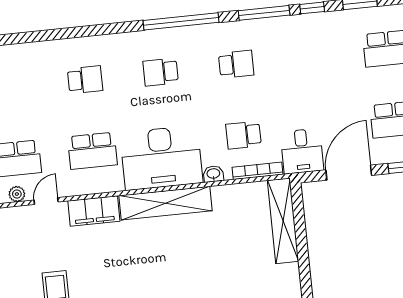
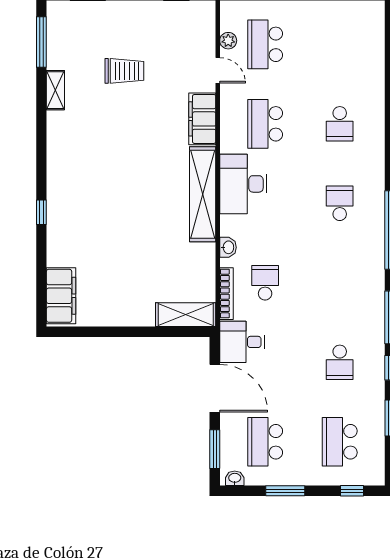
school desk: (236, 64) -> (340, 362), moved
desk: (161, 158) -> (243, 184), width x0.73, depth x0.77
shelving: (283, 221) -> (186, 315), width x0.68

